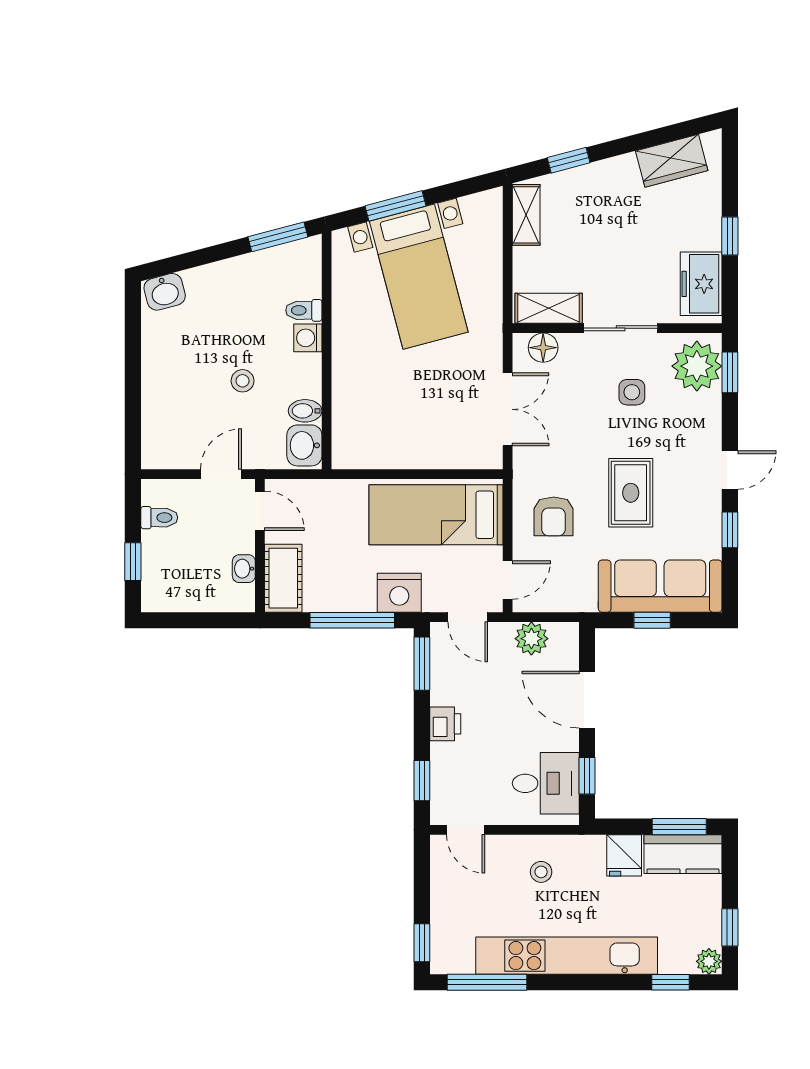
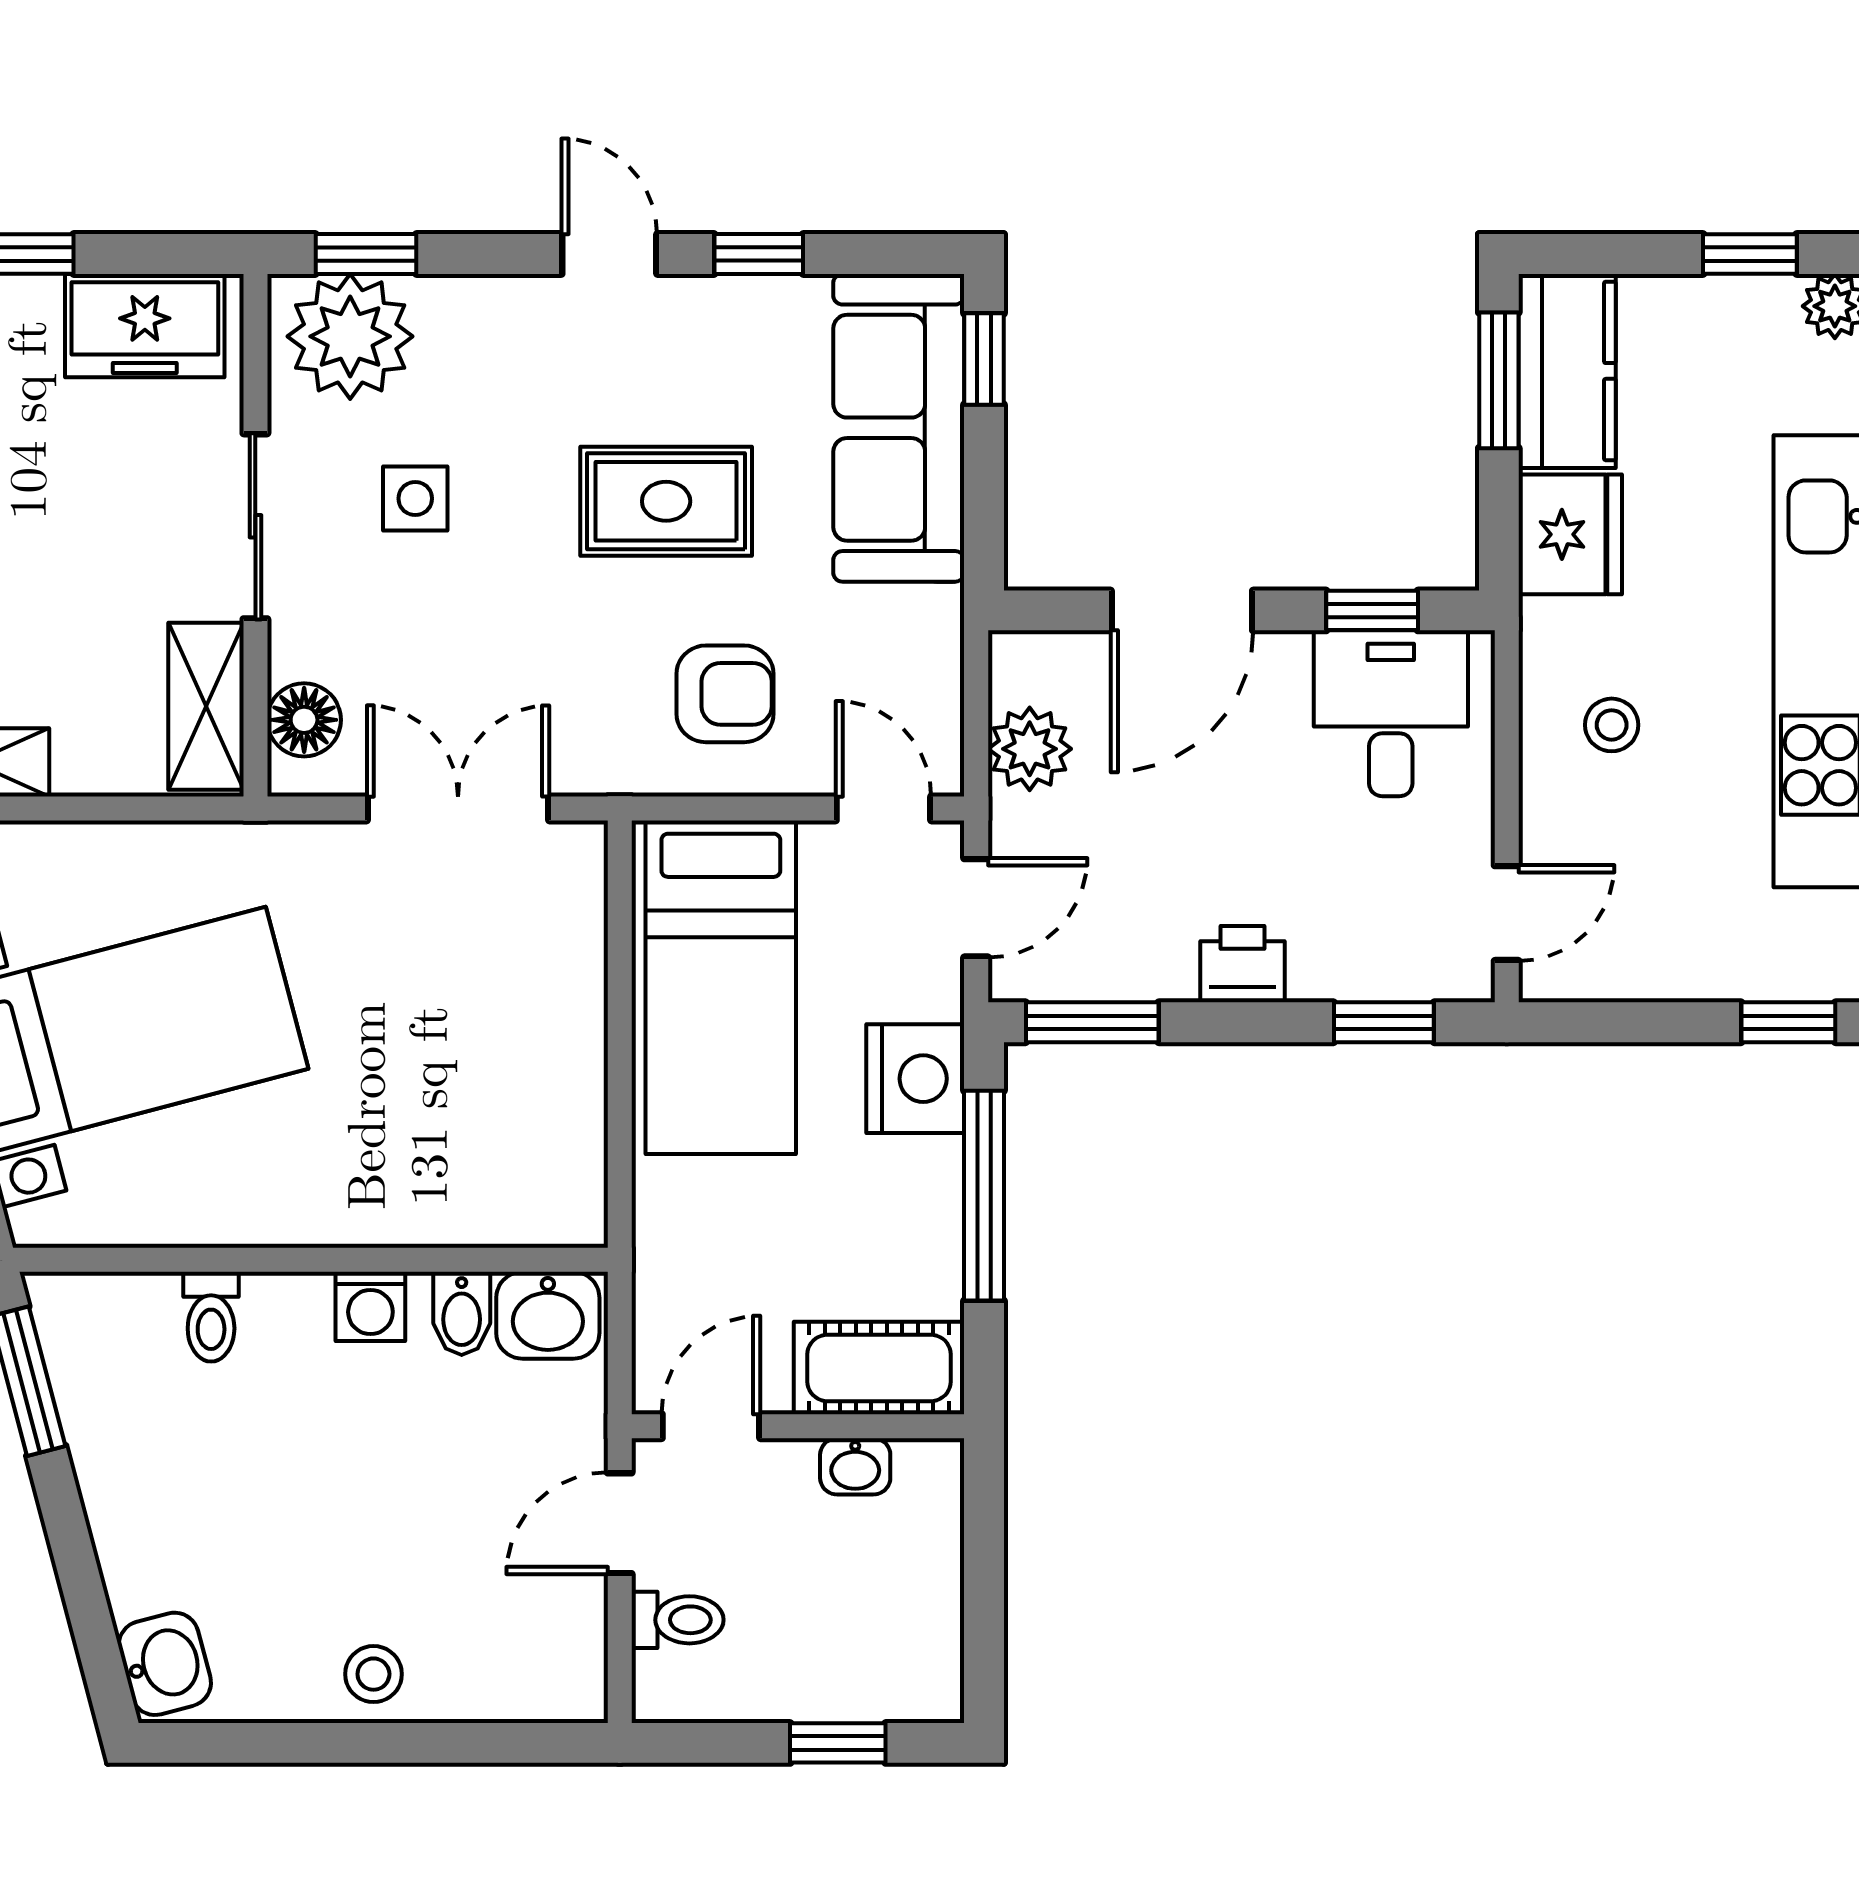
washing machine: (308, 338) -> (370, 1306), moved
stool: (243, 381) -> (373, 1674), moved
door: (221, 474) -> (620, 1523), hinge flipped
toilet: (159, 518) -> (678, 1620), moved, turned 90
window: (652, 620) -> (984, 359), moved
fridge: (624, 855) -> (1570, 534), width x1.38

